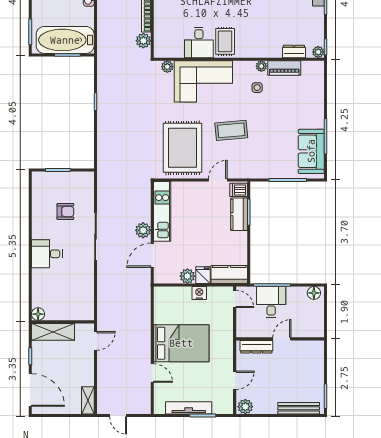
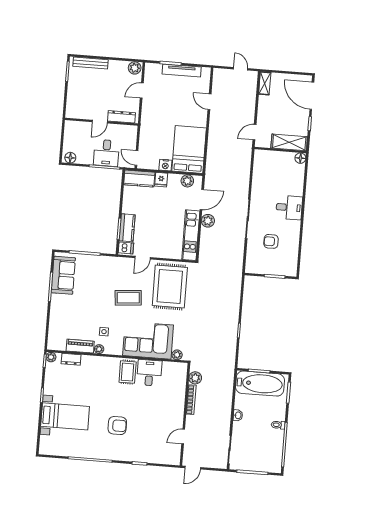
plant: (187, 276) -> (187, 181), moved
bed: (181, 343) -> (189, 149), moved, turned 90

